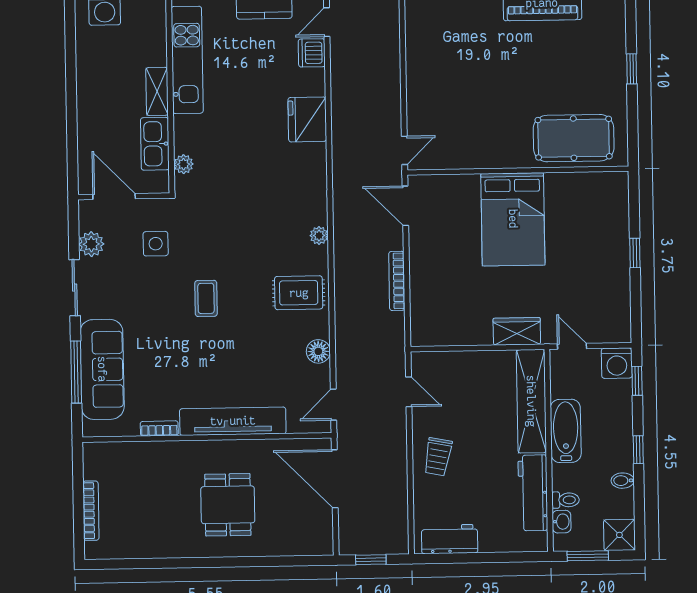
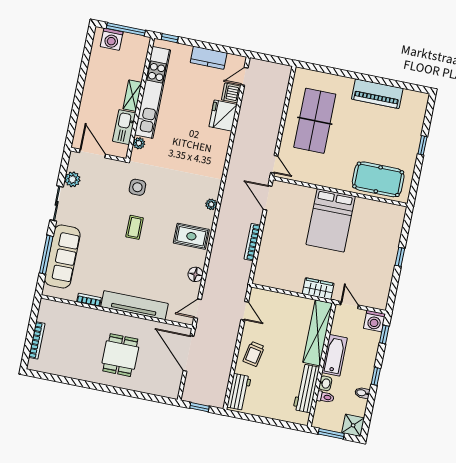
kitchen unit: (187, 60) -> (152, 92), width x1.36
table tennis table: (453, 68) -> (315, 121), added
fridge: (307, 119) -> (223, 116), moved
door: (404, 150) -> (274, 164), hinge flipped
side table: (156, 244) -> (137, 187), moved
washbasin: (562, 522) -> (325, 383), moved
workbench: (450, 539) -> (239, 392), moved, turned 90

